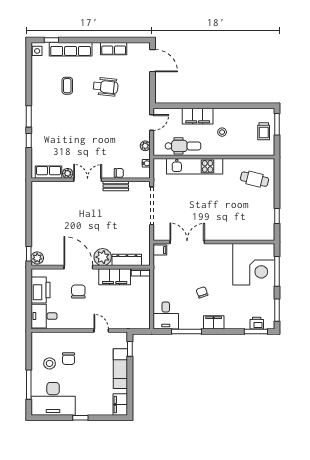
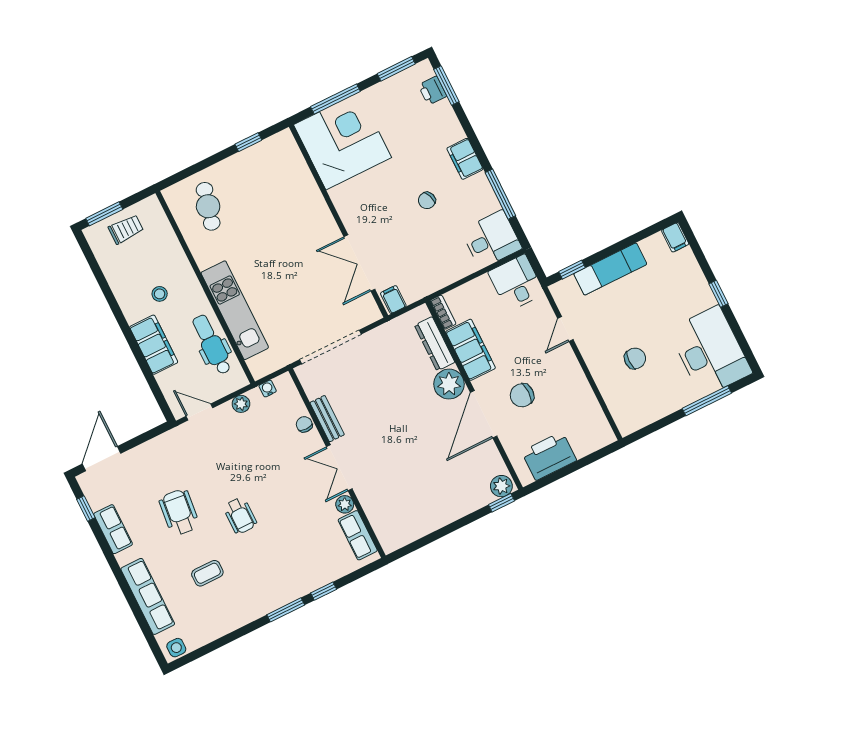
window: (51, 40) -> (86, 508), moved
wheelchair: (88, 117) -> (240, 516), added
desk: (44, 316) -> (516, 283), moved, turned 180
stool: (50, 363) -> (657, 384), removed
filing cabinet: (120, 404) -> (675, 237), width x0.50

